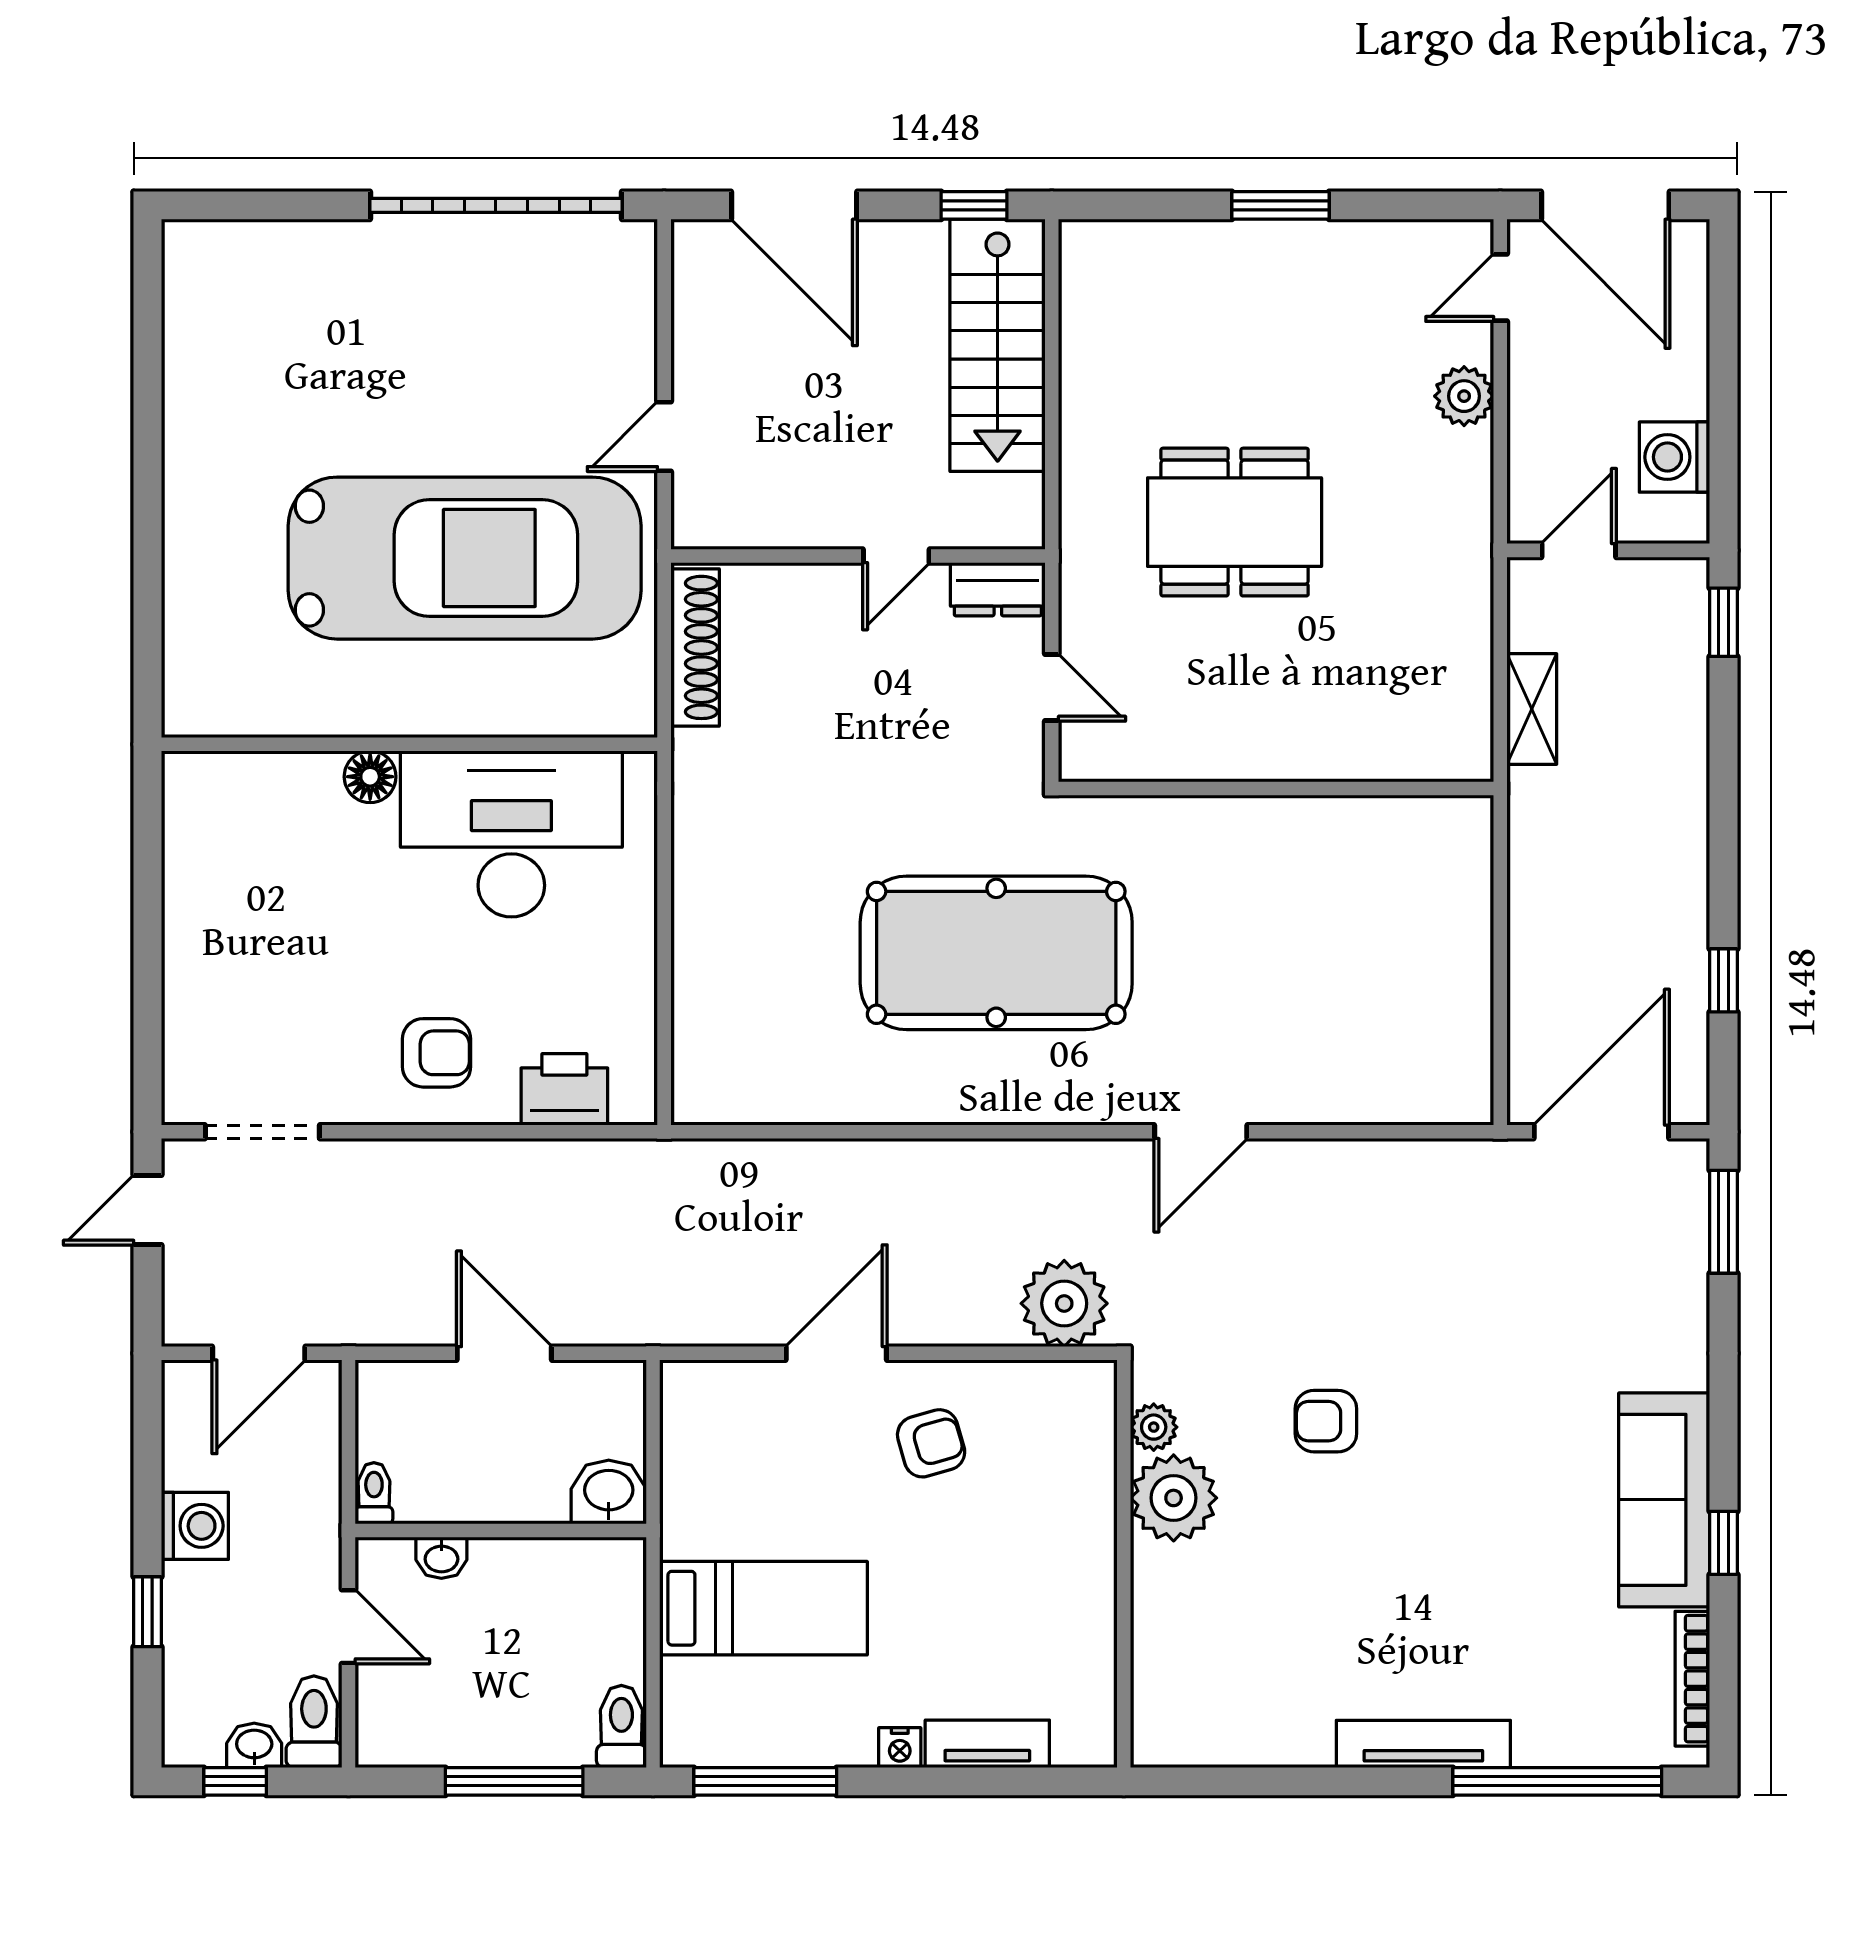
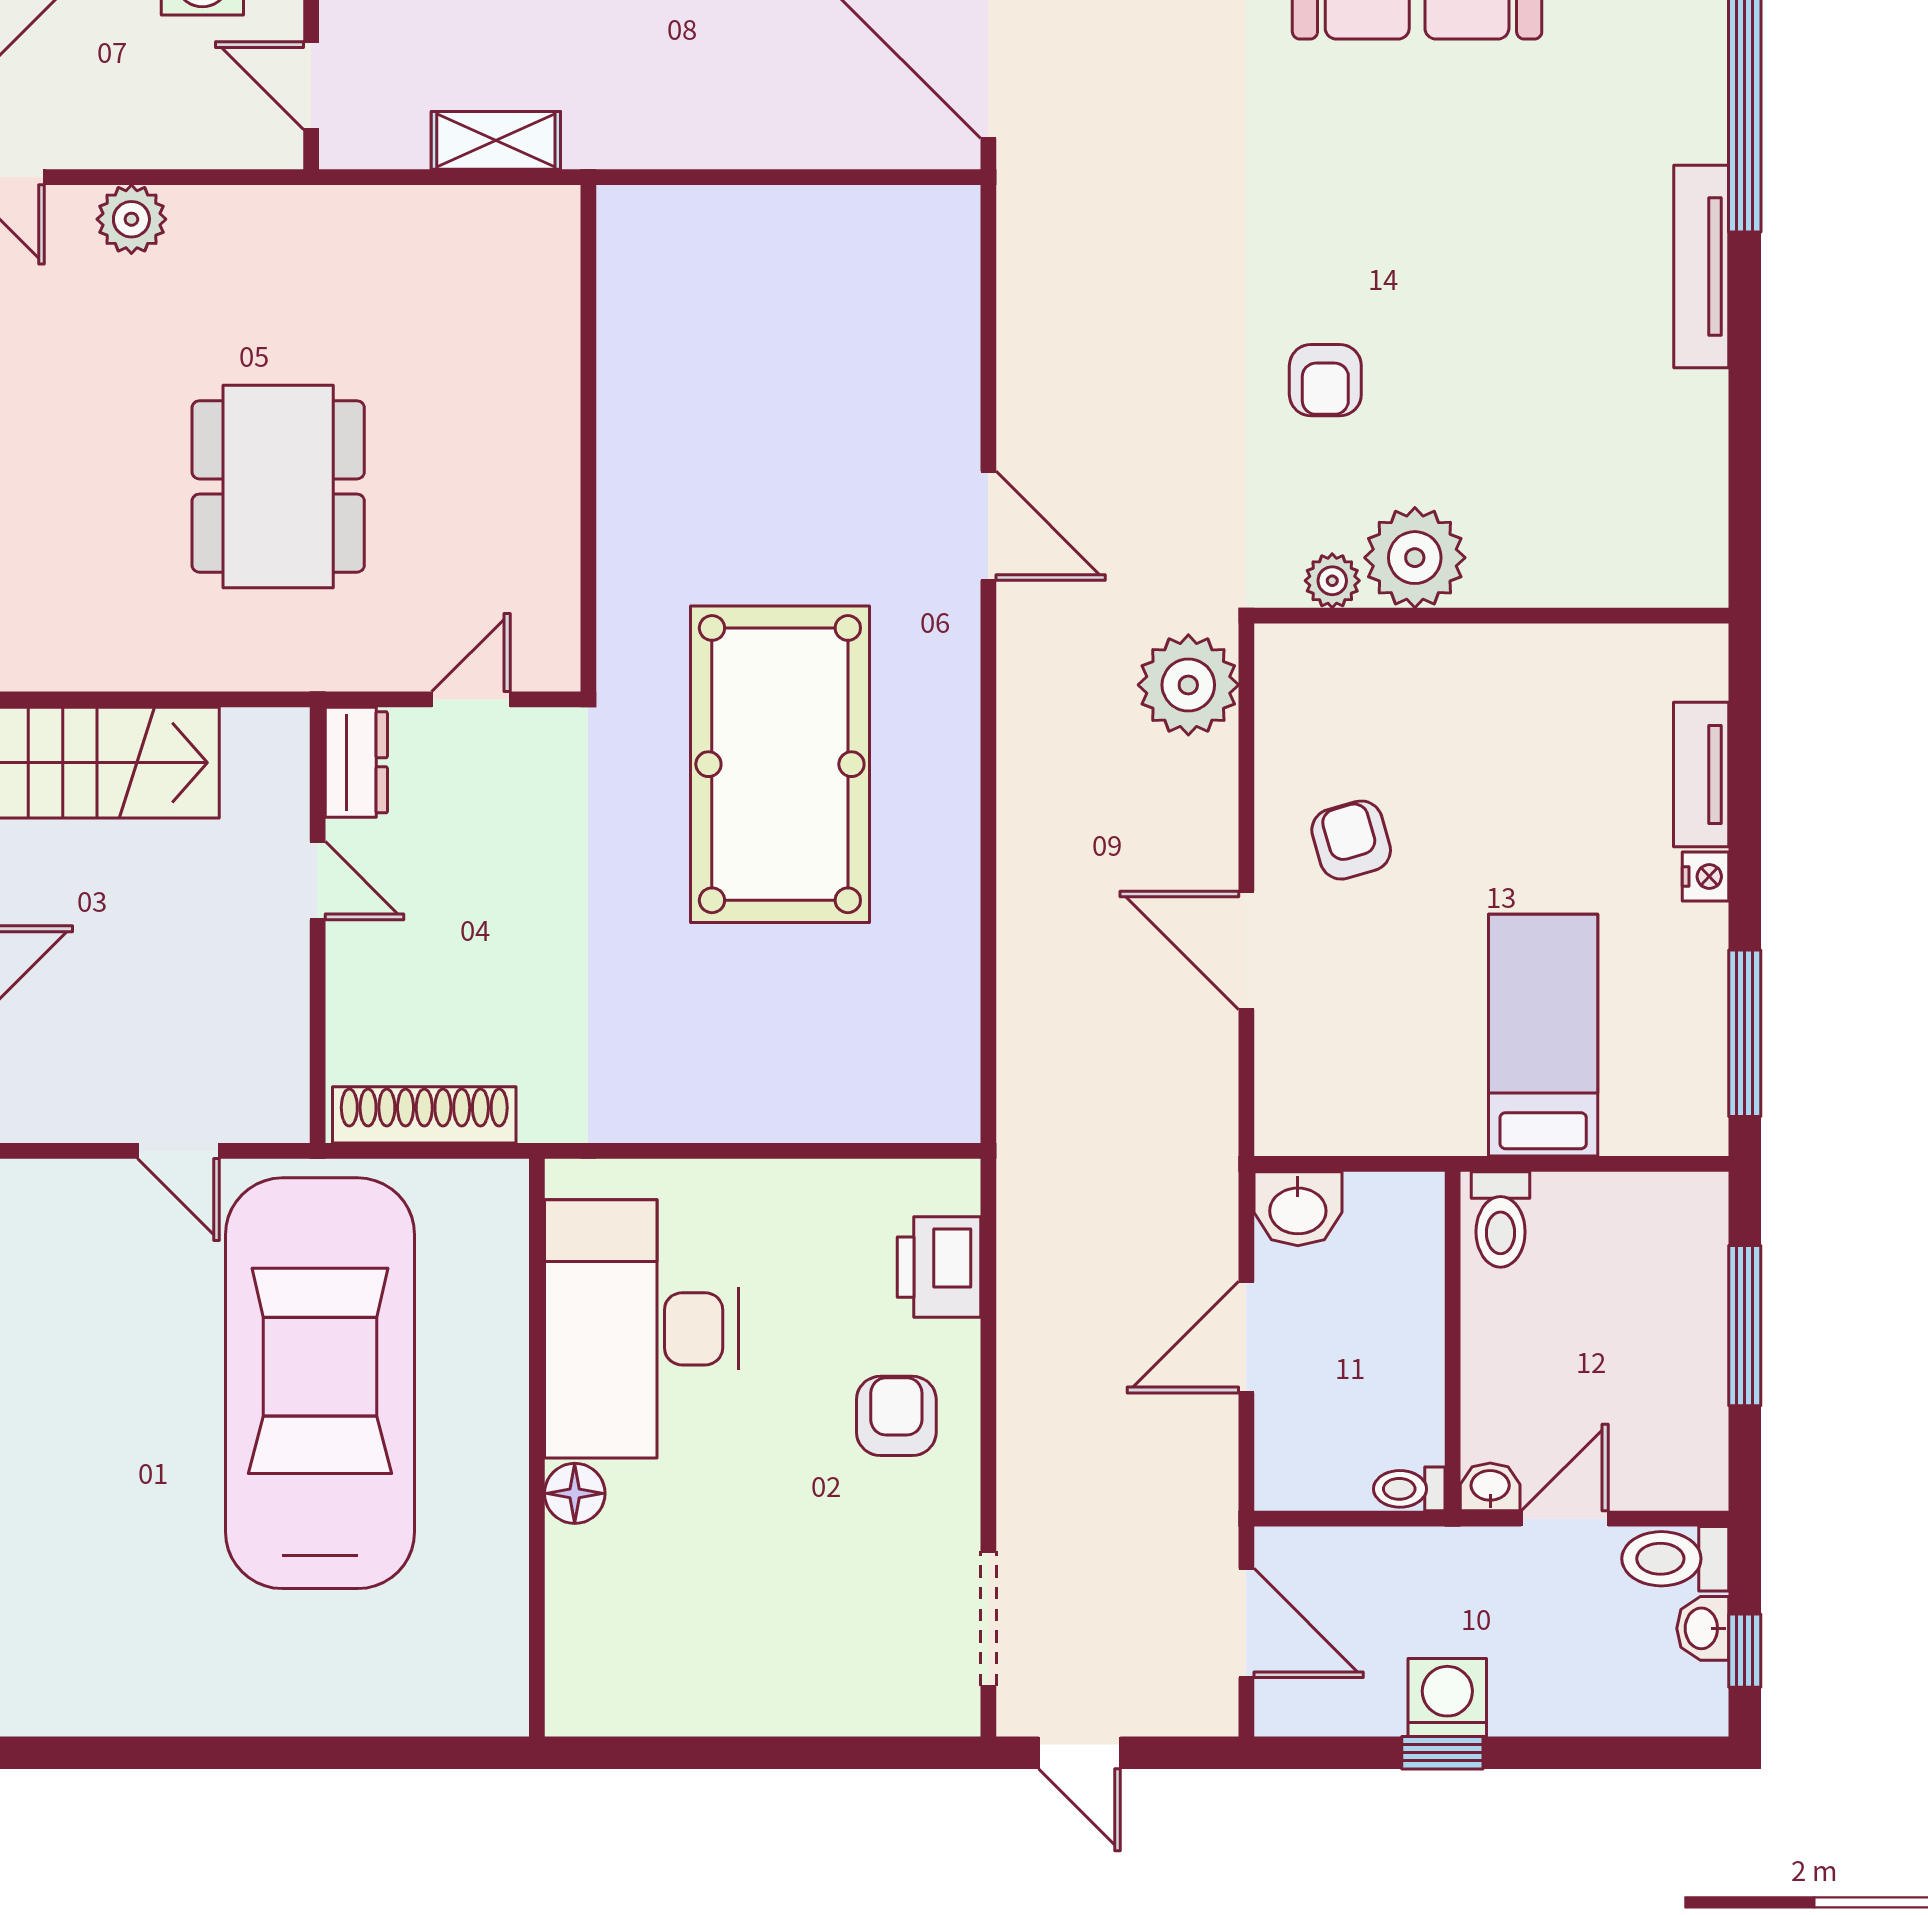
washbasin: (609, 1492) -> (1298, 1209), moved, turned -90
washbasin: (441, 1558) -> (1490, 1487), moved, turned -90
window: (147, 1612) -> (1442, 1753), moved
toilet: (621, 1726) -> (1501, 1219), moved, turned -90

